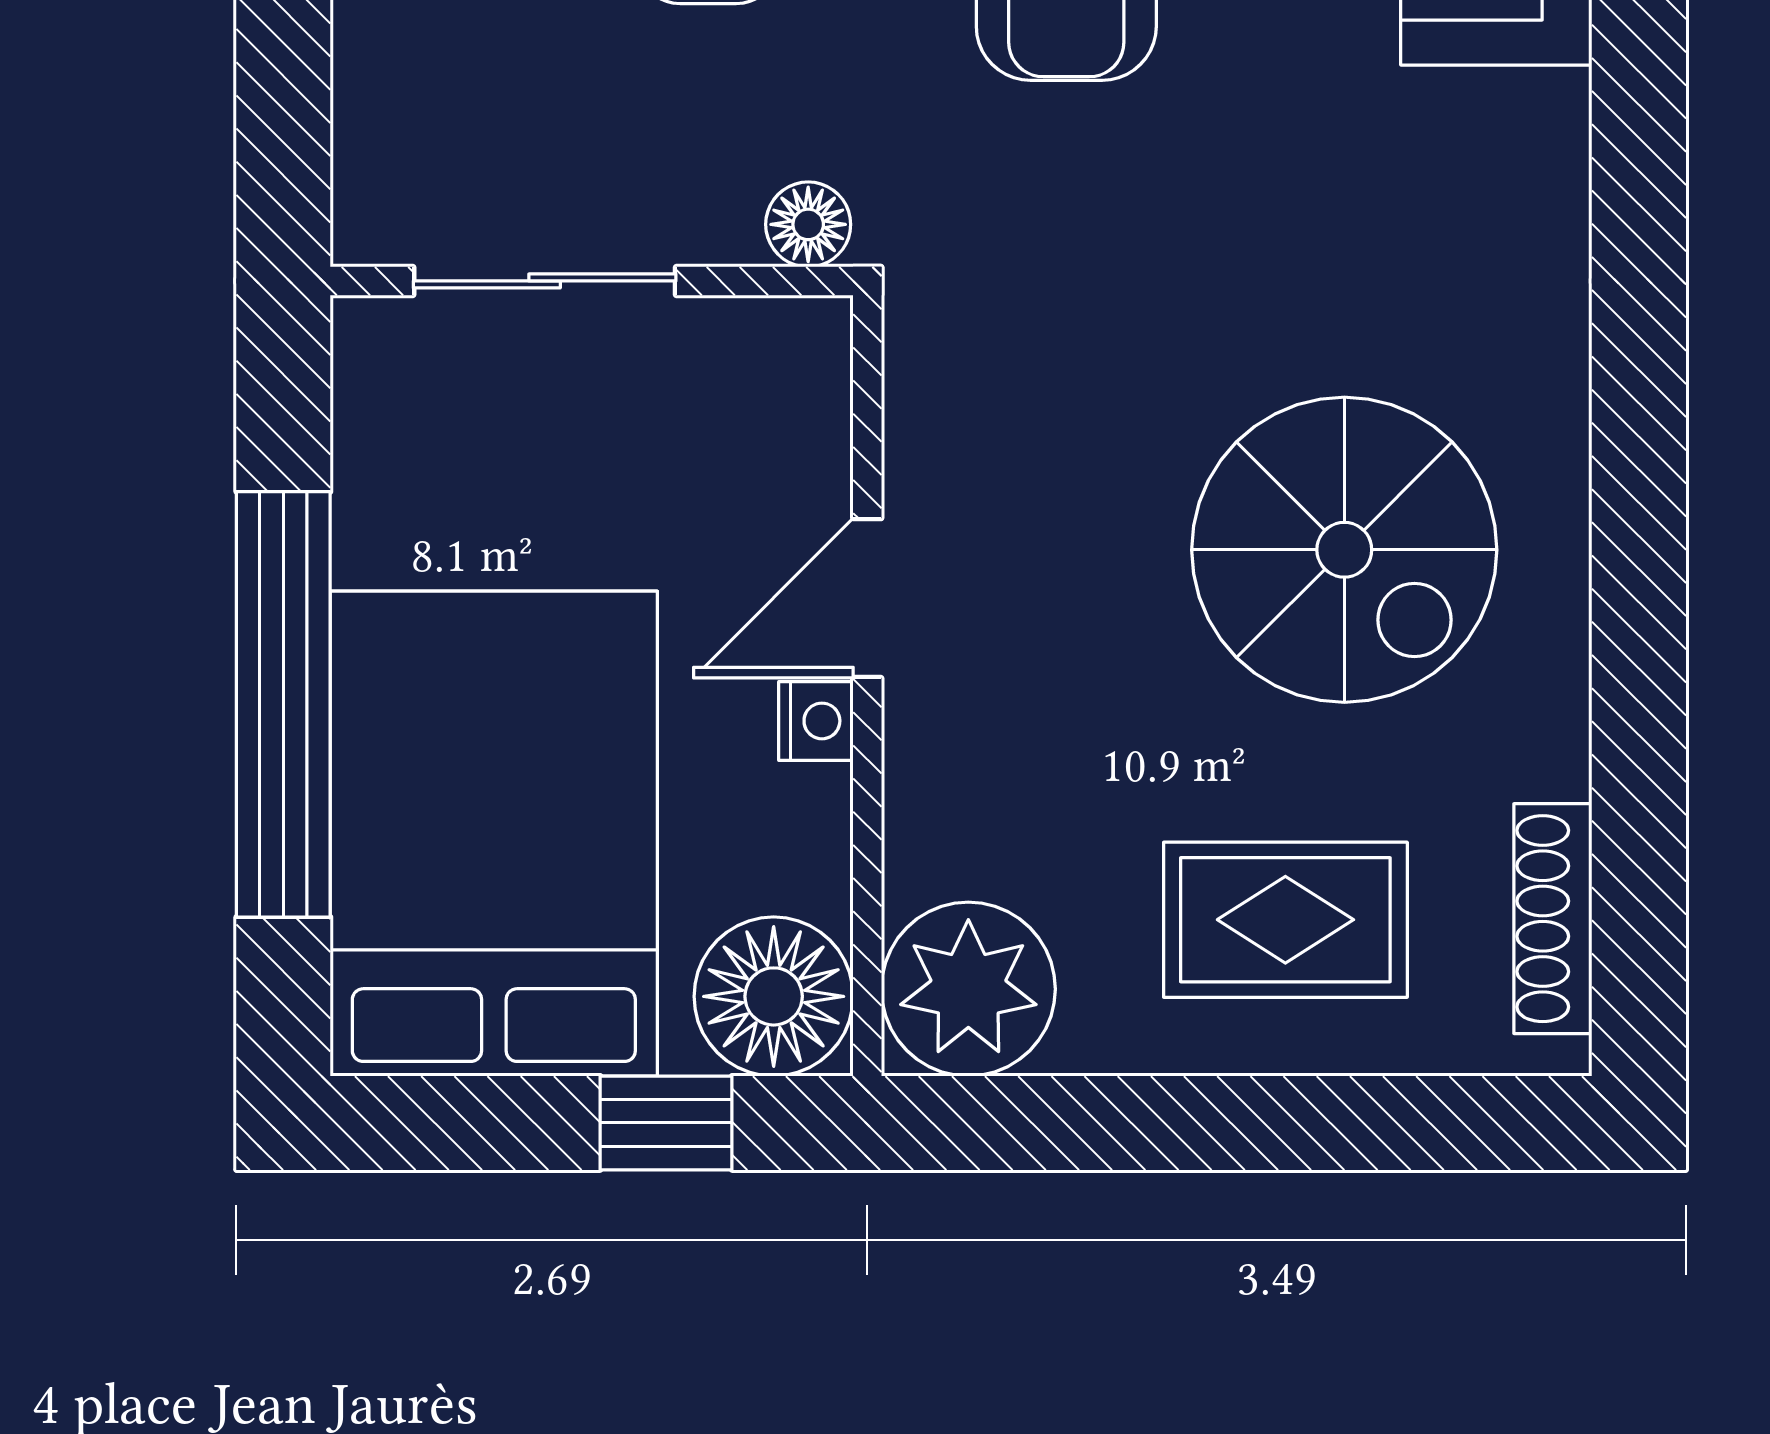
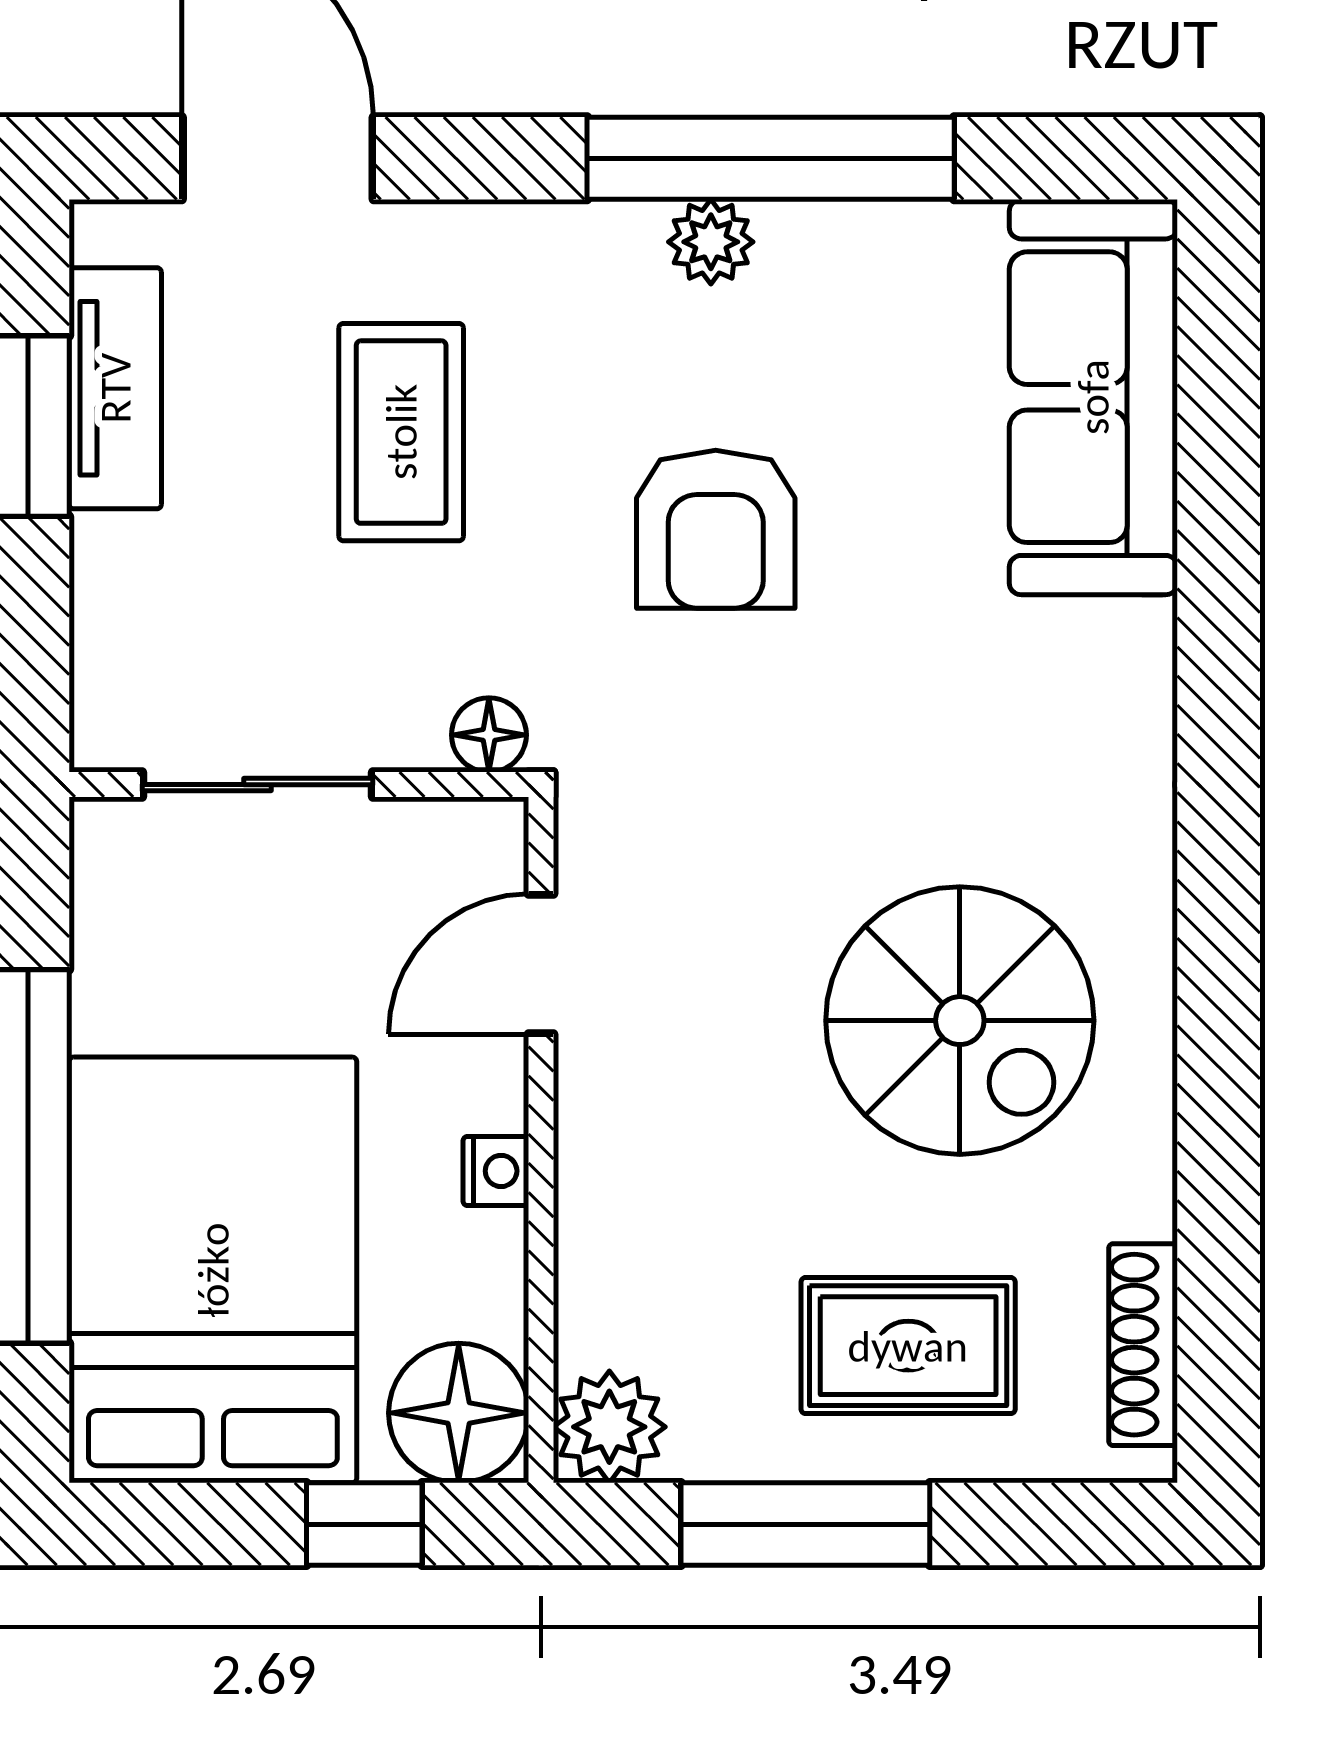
door: (867, 598) -> (541, 964), moved
plant: (968, 989) -> (609, 1427), width x0.73, depth x0.73
window: (1168, 1123) -> (805, 1524), added

